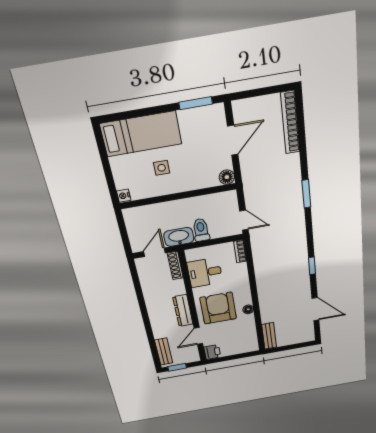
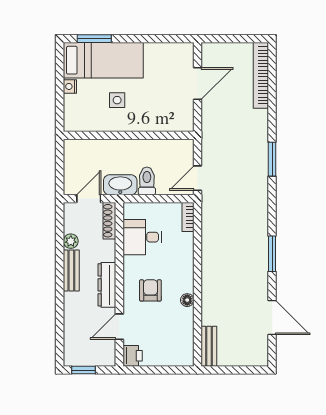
window: (196, 103) -> (94, 39), moved
floor lamp: (227, 177) -> (185, 123), removed
nightstand: (124, 196) -> (70, 86), moved
door: (244, 220) -> (198, 178), swing flipped
window: (312, 266) -> (272, 254), width x1.50
plant: (147, 286) -> (71, 241), added
armchair: (218, 308) -> (150, 290), width x0.53, depth x0.53
bench: (164, 352) -> (71, 271), moved

